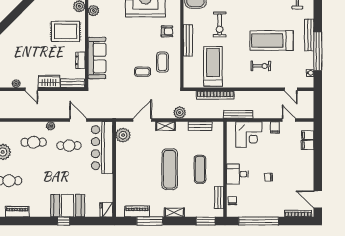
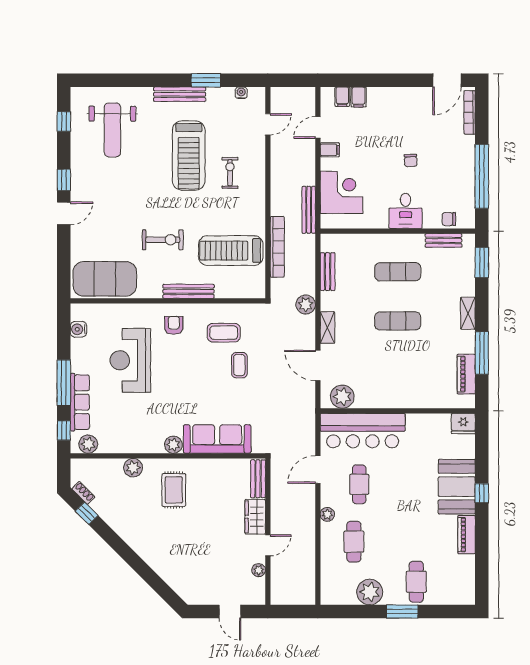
plant: (93, 11) -> (173, 445), moved
rug: (66, 31) -> (174, 490), width x0.73, depth x0.70
window: (318, 51) -> (206, 80), width x0.47
dresser: (80, 60) -> (221, 466), removed
exercise mat: (170, 169) -> (398, 321), width x0.73, depth x0.69
piano: (17, 212) -> (467, 535), moved

